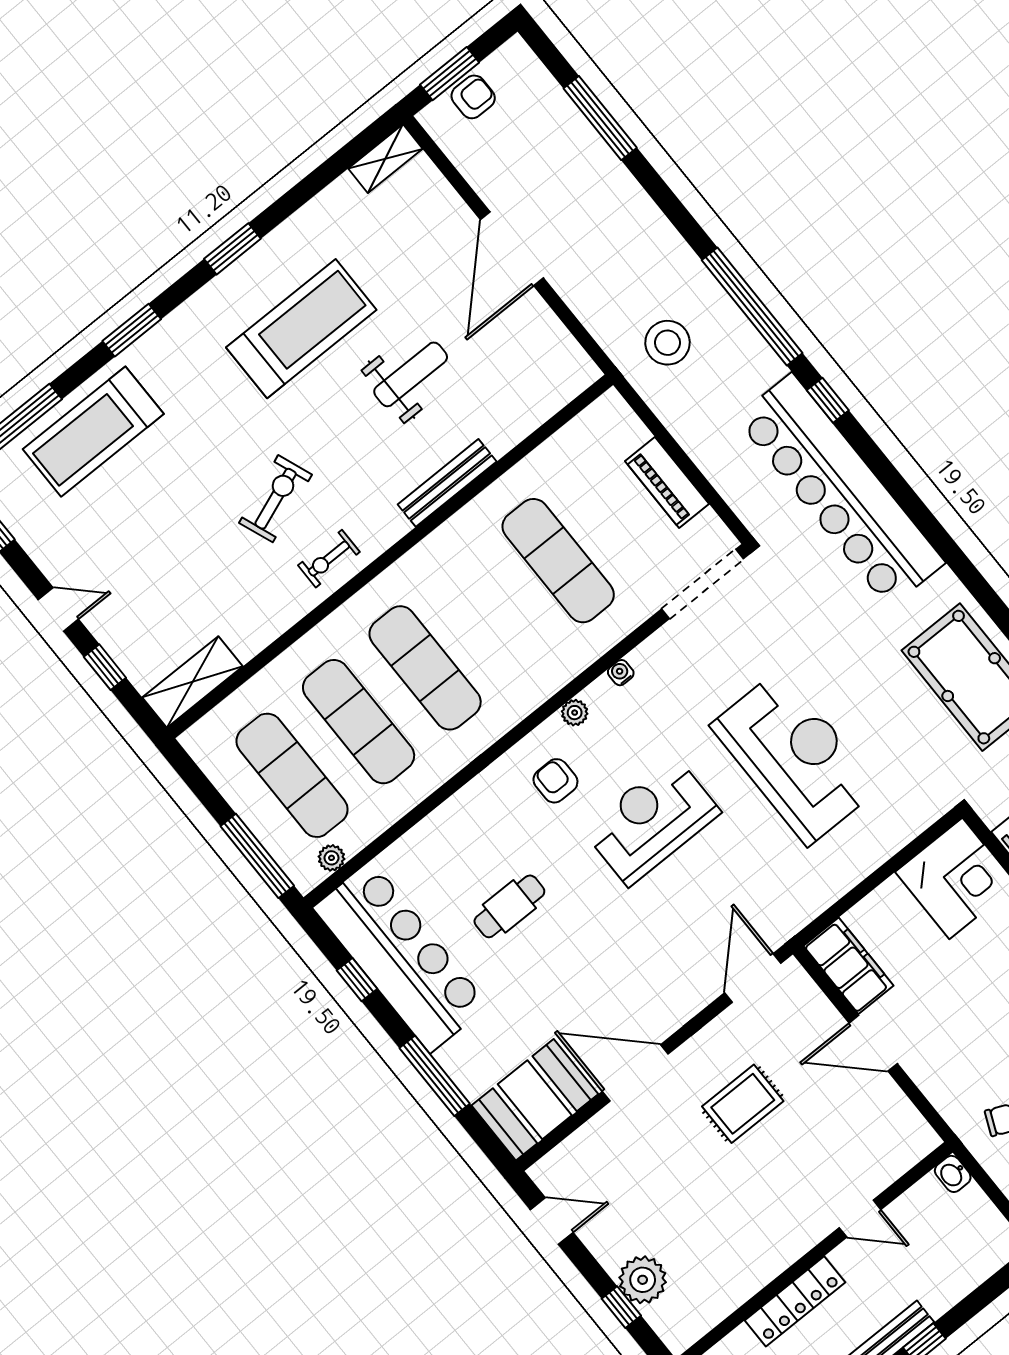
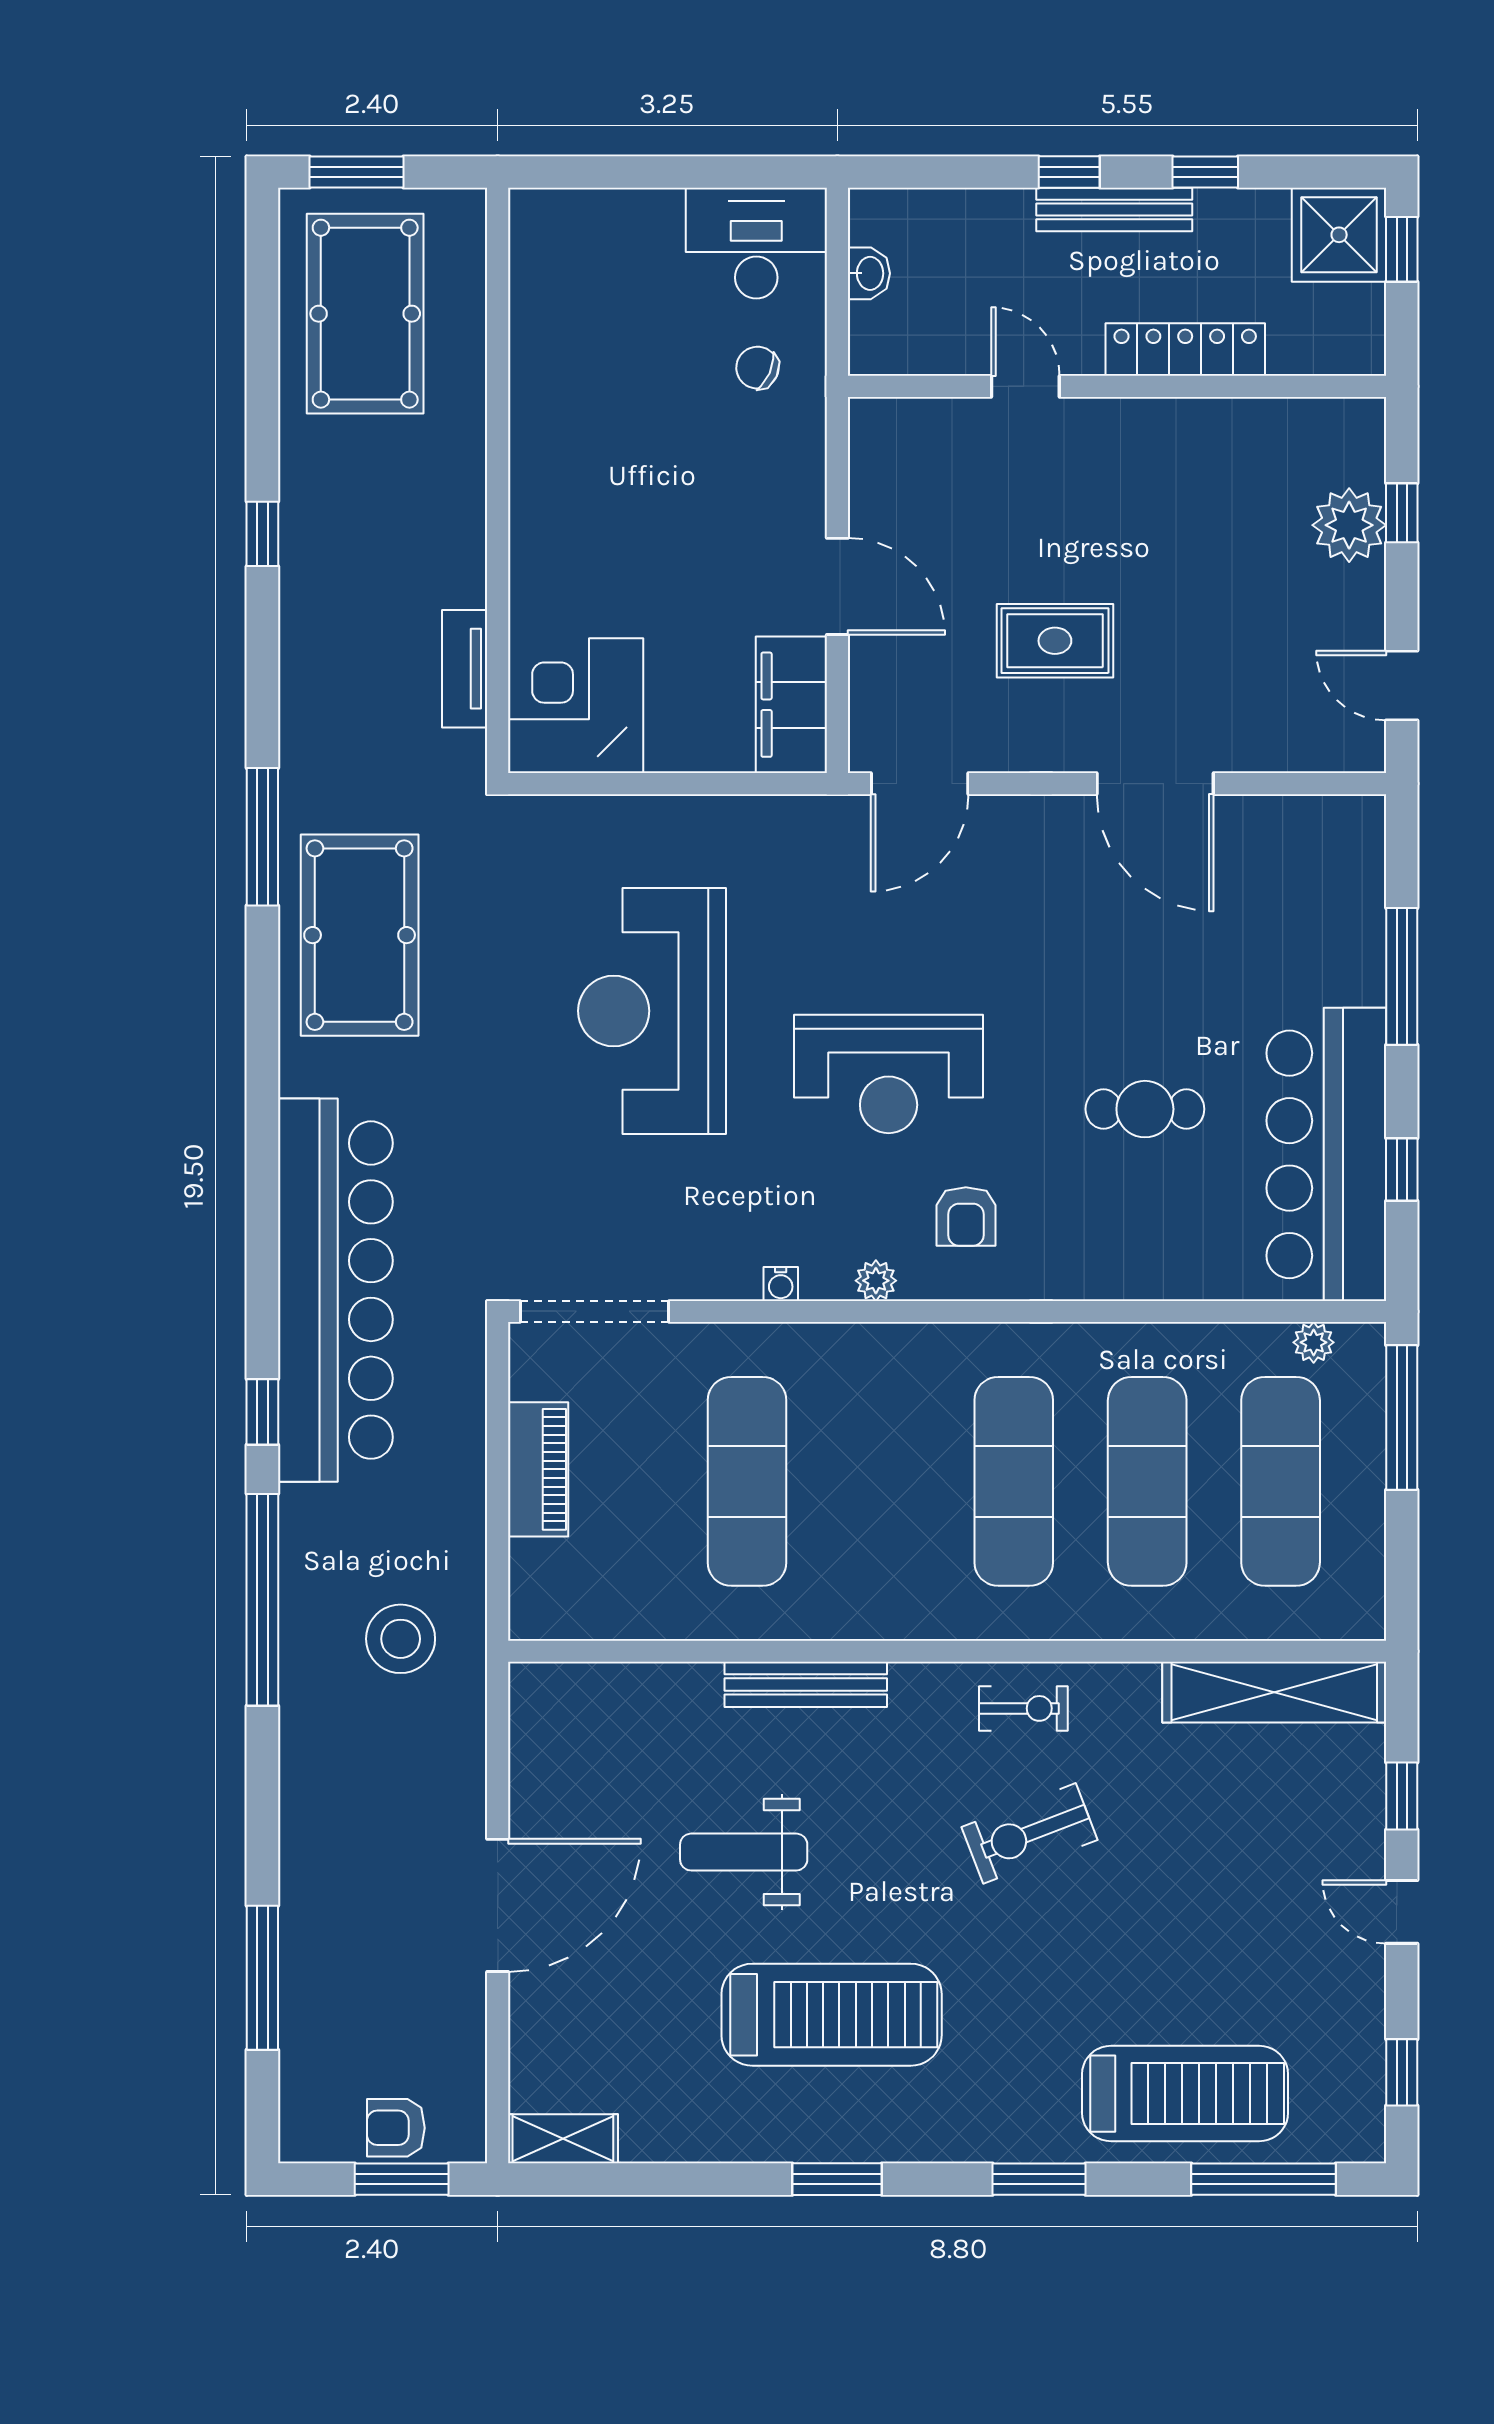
treadmill: (301, 329) -> (832, 2015), turned 180
shelving: (193, 682) -> (1274, 1692), width x1.47
booth: (535, 1100) -> (1304, 849), removed
washbasin: (953, 1174) -> (869, 273), moved

